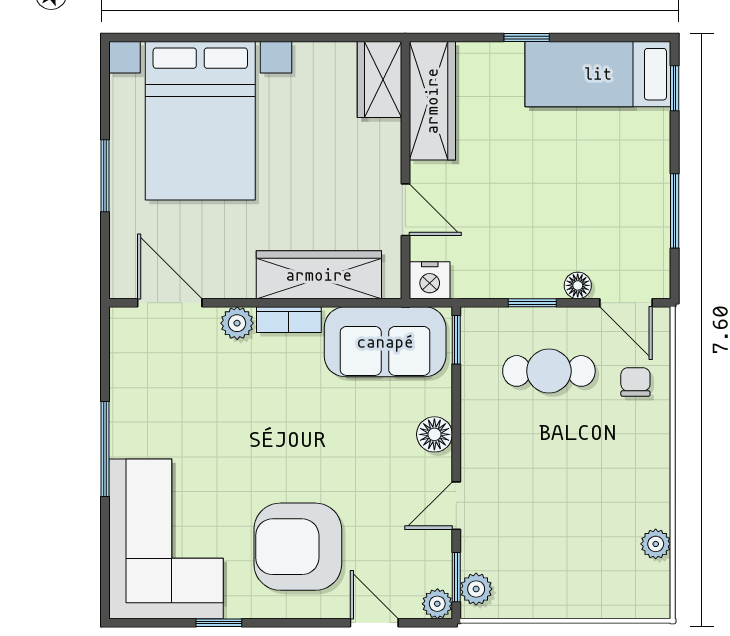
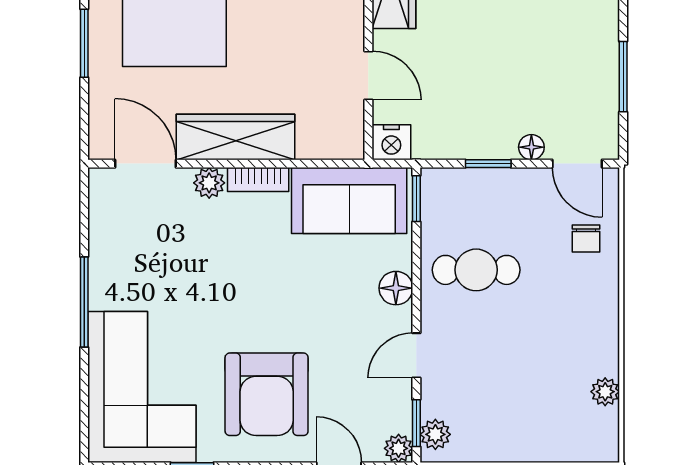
wardrobe: (319, 275) -> (236, 137), moved
cafe table: (549, 371) -> (476, 270), moved
chair: (635, 382) -> (586, 238), turned 180
armchair: (298, 547) -> (267, 394), turned -90

